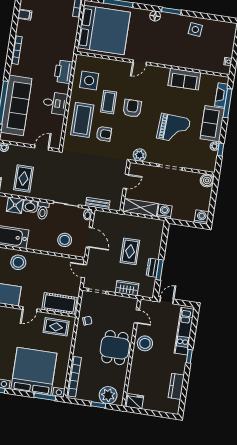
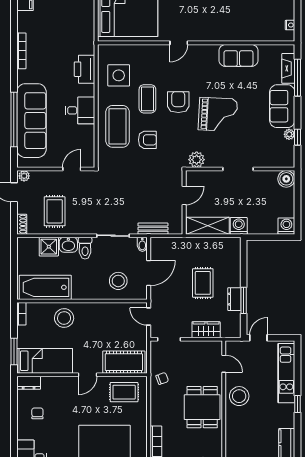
grand piano: (174, 128) -> (218, 114), moved
door: (89, 237) -> (149, 273), hinge flipped

